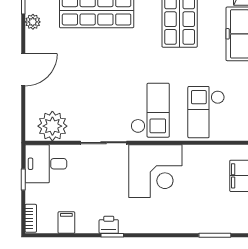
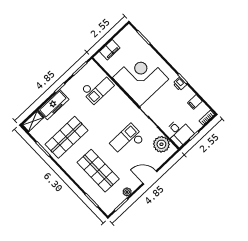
checkout: (150, 110) -> (127, 141), moved
corner desk: (155, 171) -> (141, 78), width x1.36, depth x1.36

